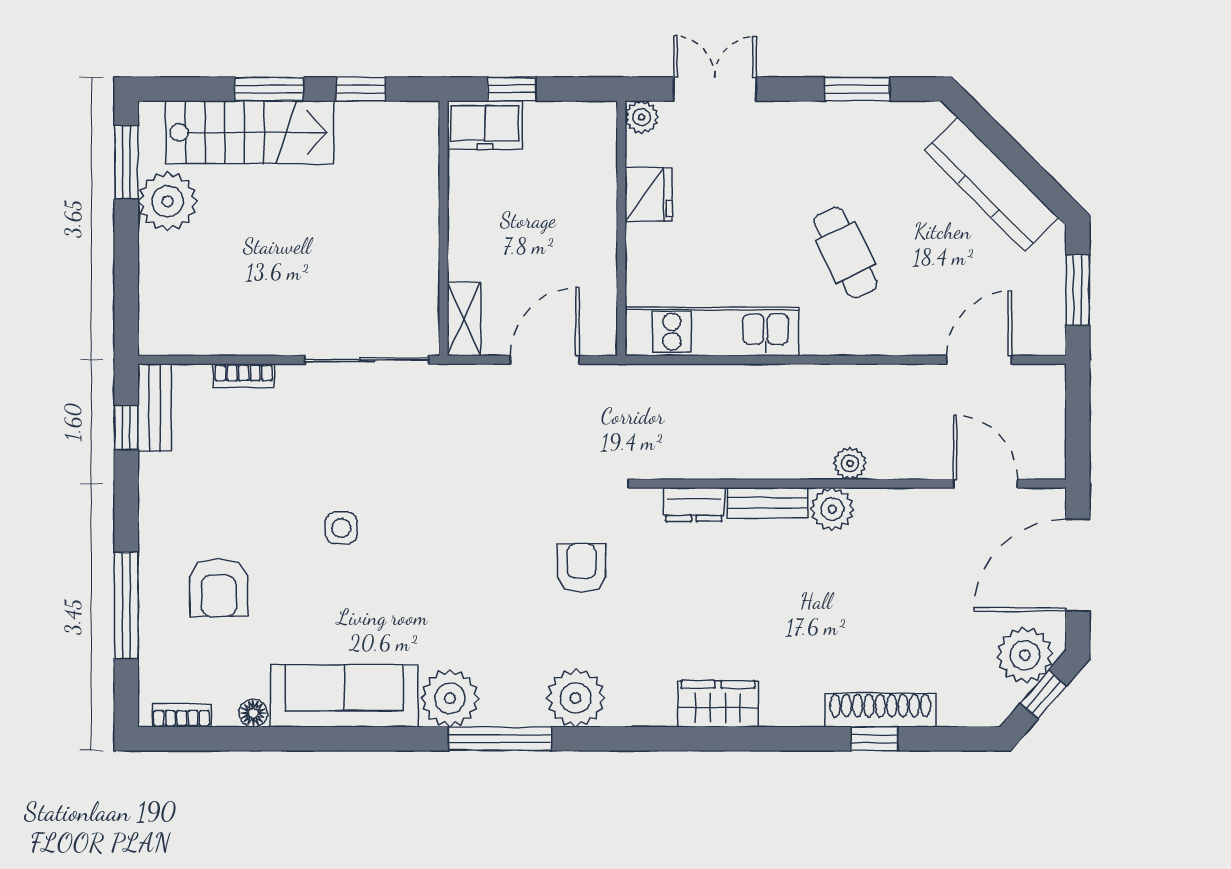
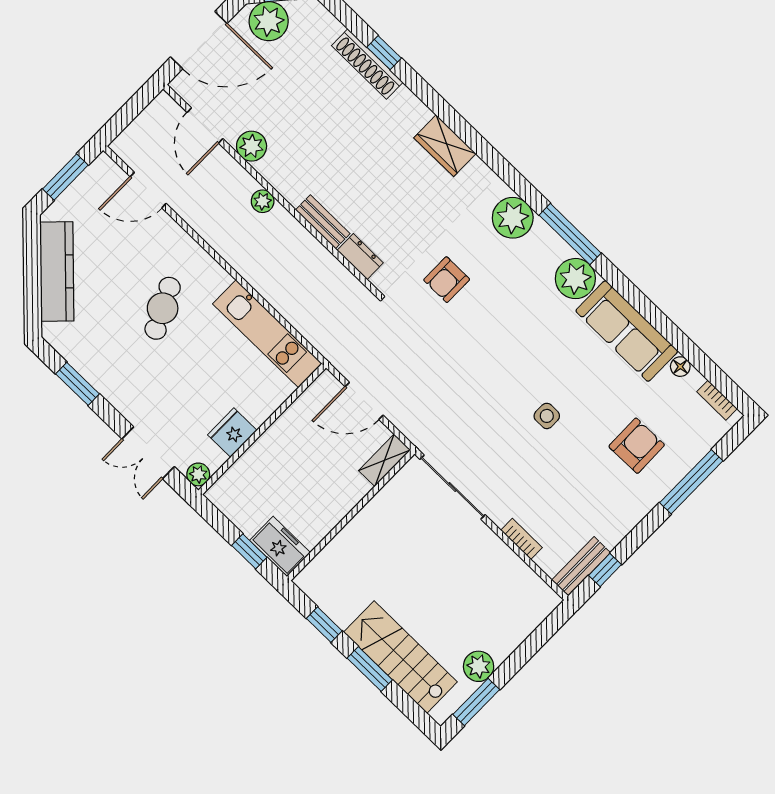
plant: (168, 201) -> (479, 666), width x0.73, depth x0.73
plant: (832, 509) -> (252, 146), moved

